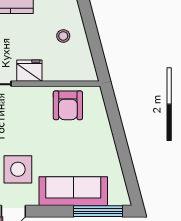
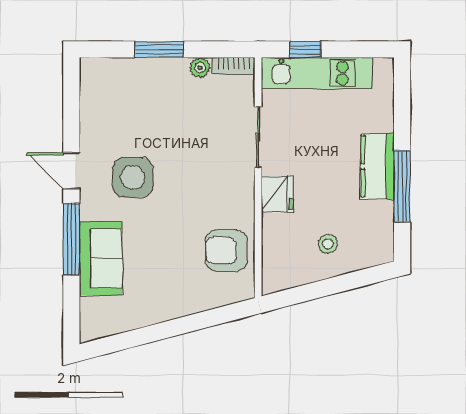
sofa: (73, 191) -> (101, 259), width x0.73
window: (98, 211) -> (71, 239), moved

